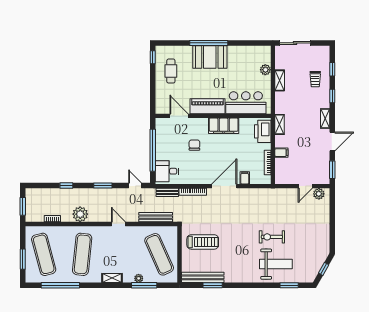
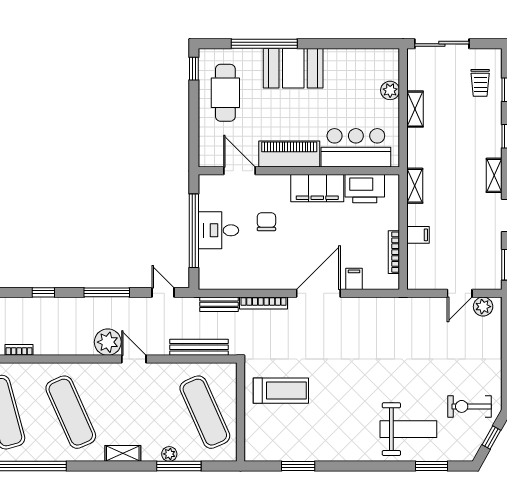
window: (209, 43) -> (264, 44), moved
cafe table: (171, 71) -> (225, 93), width x1.37, depth x1.35
trolley: (315, 79) -> (480, 83), moved
printer: (263, 131) -> (365, 189), moved, turned -90
desk: (167, 171) -> (218, 230), moved
window: (103, 186) -> (107, 292), width x1.44
plant: (80, 214) -> (108, 342), moved
exercise bike: (272, 237) -> (469, 406), moved
exercise mat: (82, 254) -> (71, 412), turned -30
bench: (203, 277) -> (281, 452), removed

